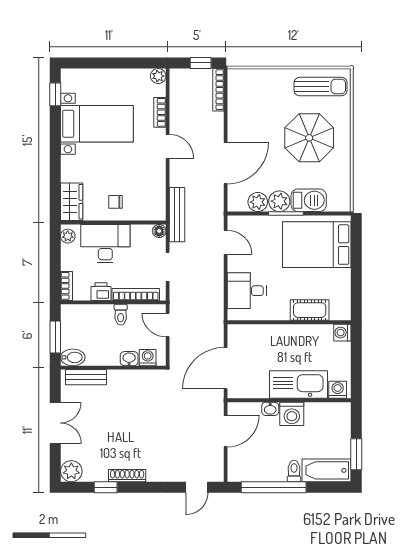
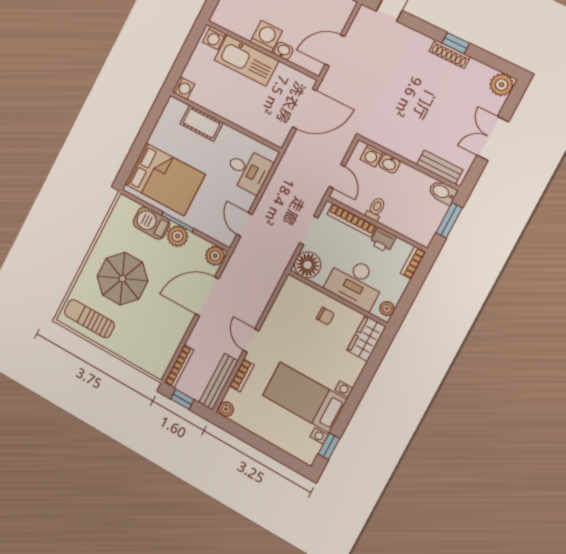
plant: (258, 202) -> (215, 256), moved
bench: (177, 215) -> (219, 382), moved
floor lamp: (159, 231) -> (308, 265), width x1.89, depth x1.89
window: (106, 487) -> (456, 43), moved

